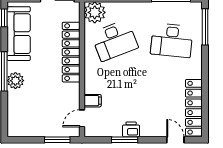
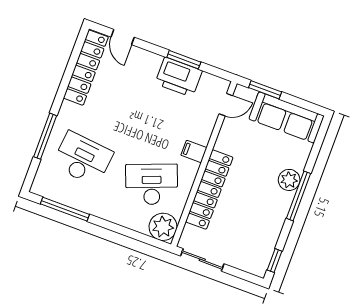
window: (205, 27) -> (45, 136), moved
sofa: (19, 34) -> (286, 117), moved, turned -90
filing cabinet: (93, 101) -> (194, 151), moved
printer: (131, 129) -> (179, 77), width x1.87, depth x1.48

